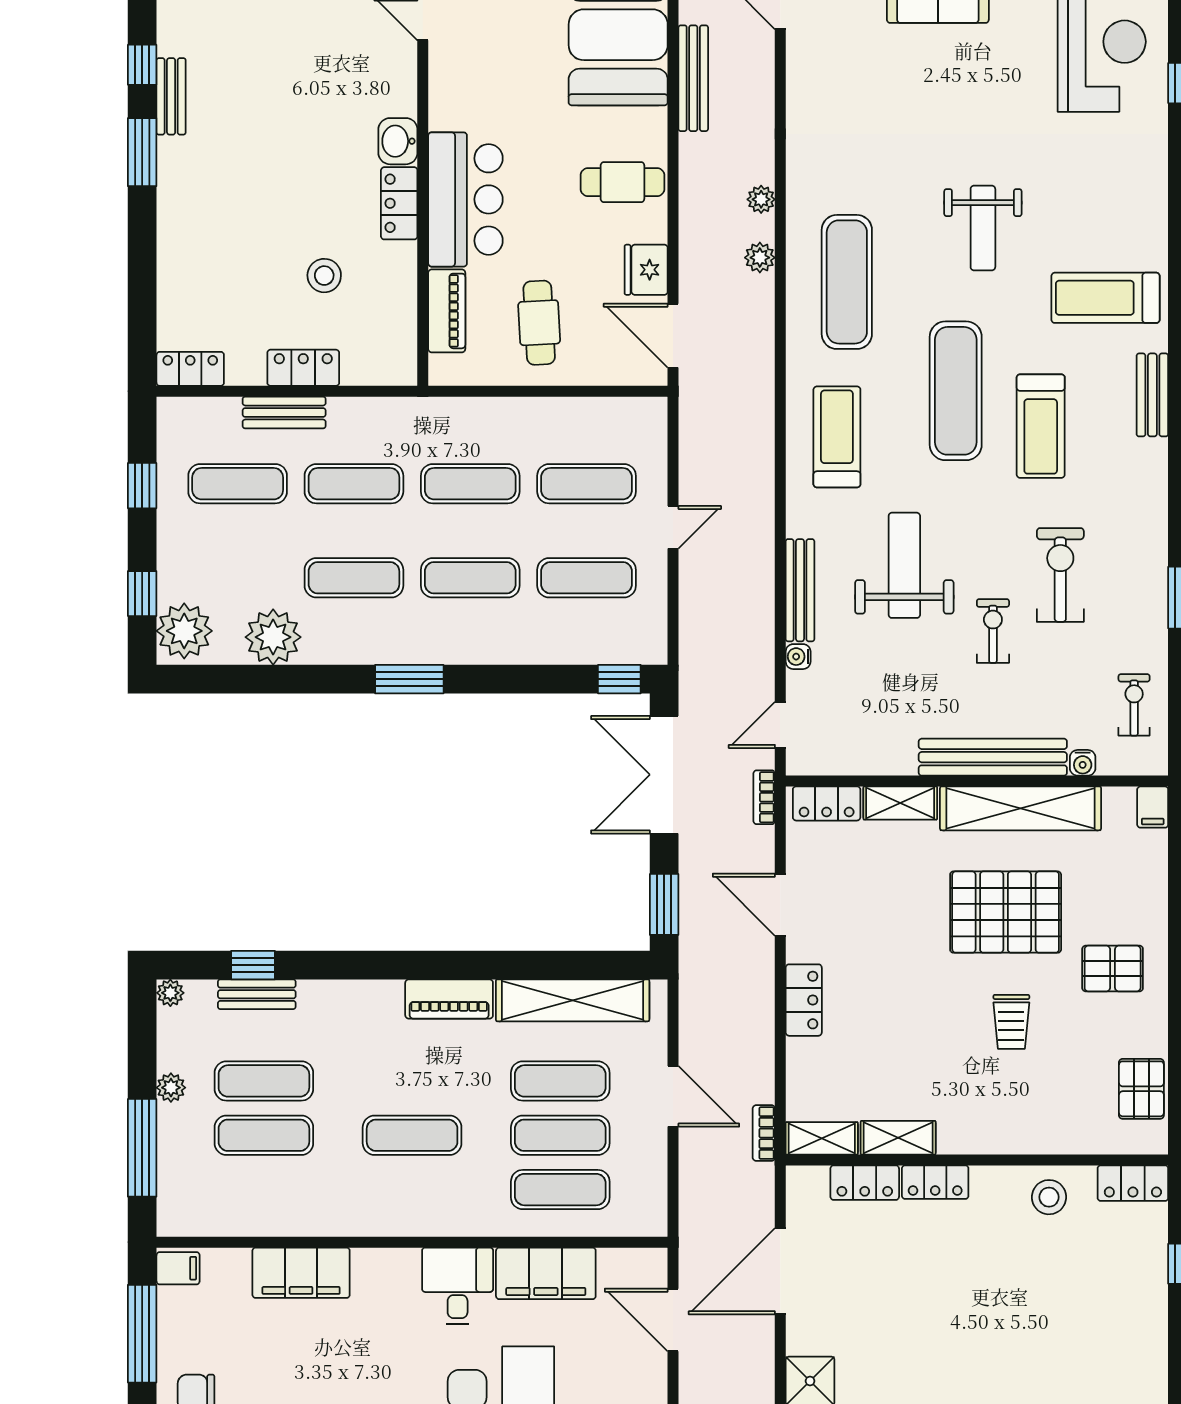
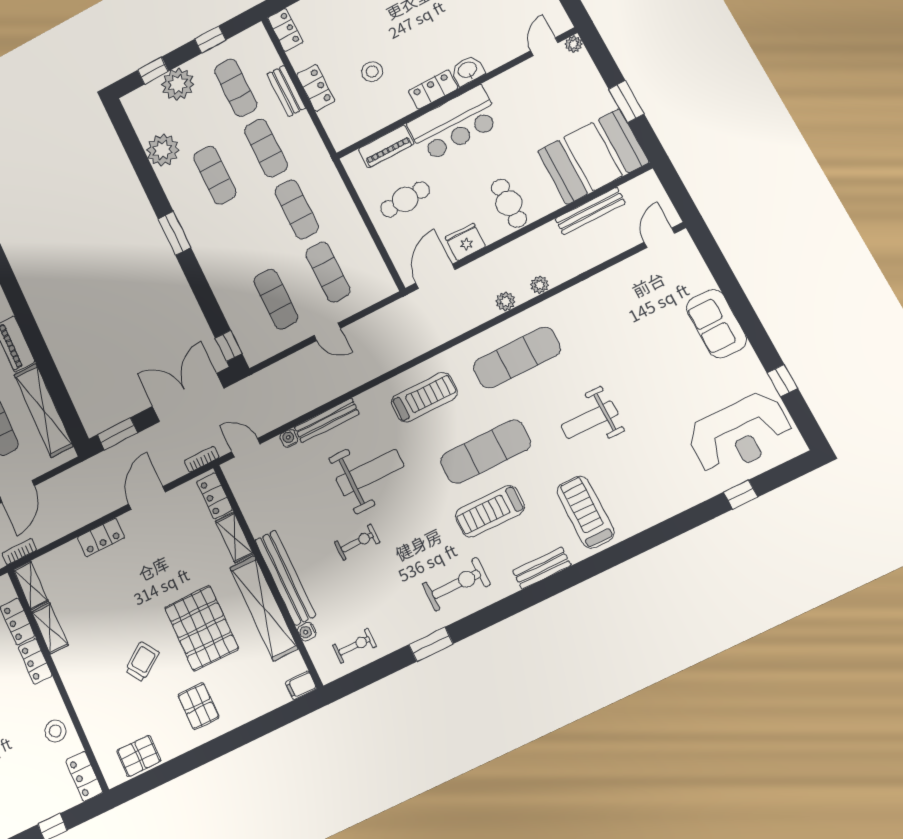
exercise bike: (1060, 575) -> (456, 584), moved
exercise mat: (470, 578) -> (245, 237), removed
plant: (184, 631) -> (178, 84), moved
trolley: (1011, 1022) -> (142, 662), turned 145

